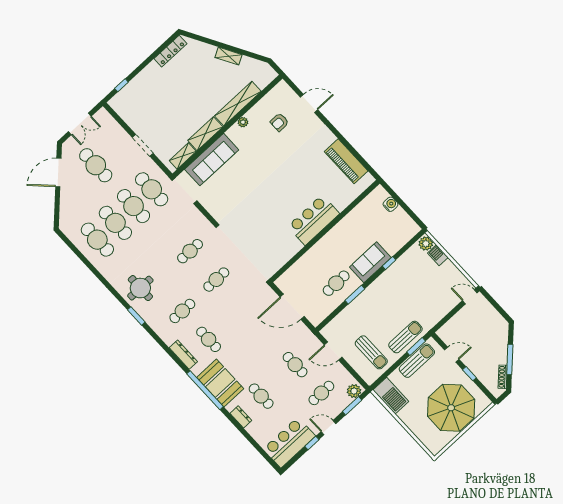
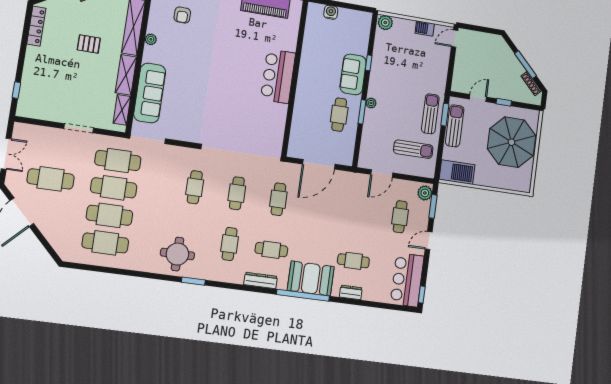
pallet: (197, 92) -> (89, 44), added
barbecue: (438, 255) -> (425, 28), moved
plant: (367, 294) -> (371, 103), added
cafe table: (295, 365) -> (278, 199), moved, turned 90
window: (312, 443) -> (422, 295), moved

